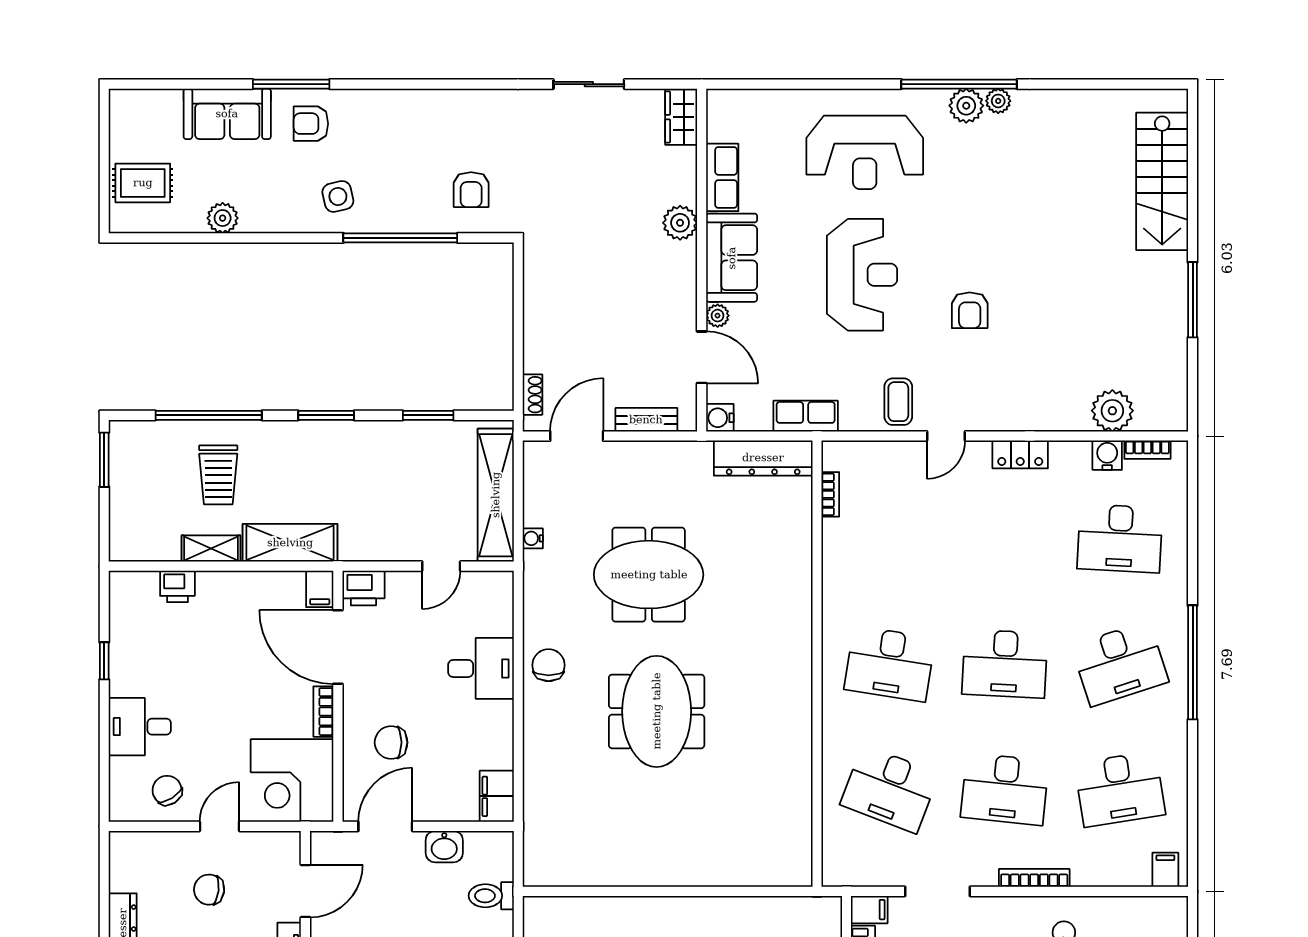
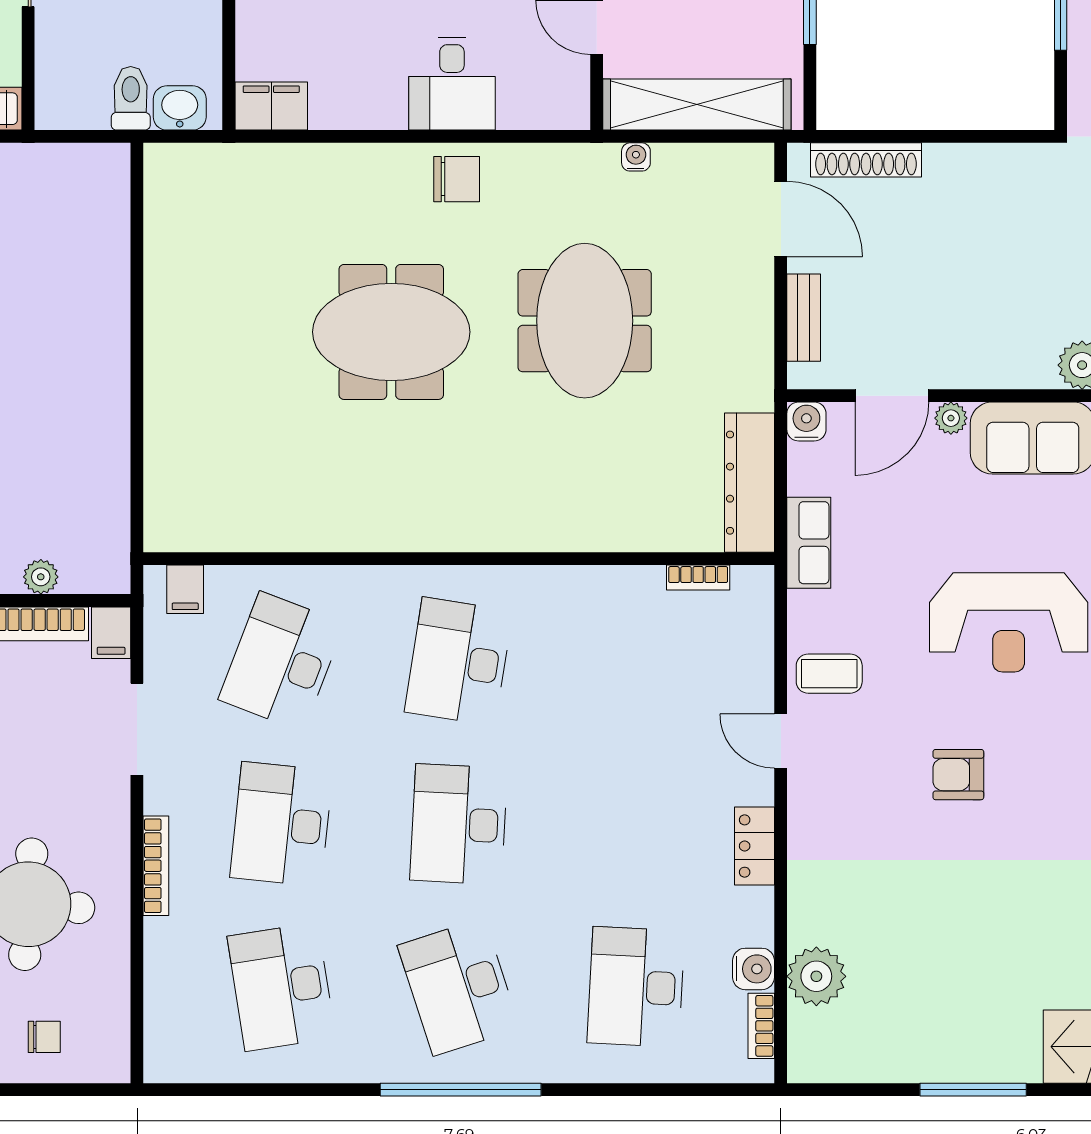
shoe rack: (533, 395) -> (866, 160), width x1.94, depth x1.24
washbasin: (444, 847) -> (180, 108), moved, turned 90
filing cabinet: (1165, 870) -> (185, 589), moved, turned 90

